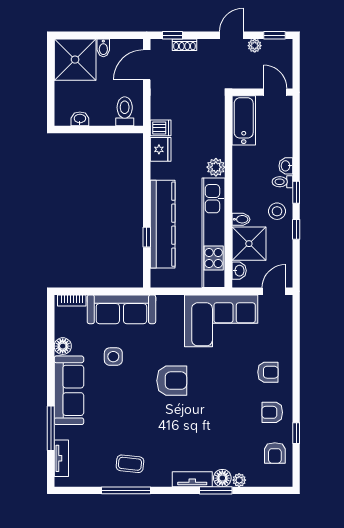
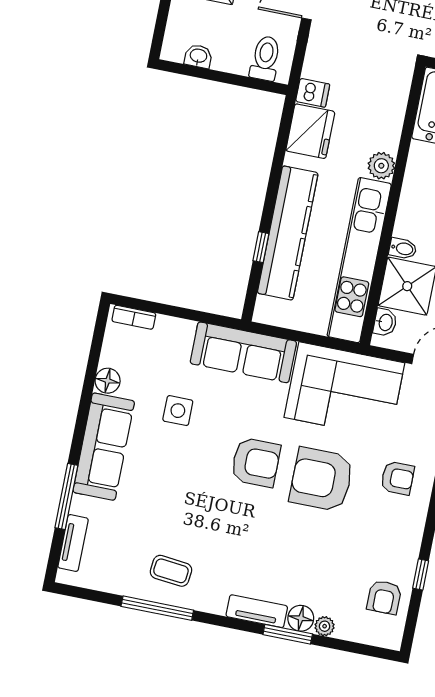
fridge: (161, 149) -> (310, 131), width x1.36, depth x1.34
sofa: (121, 309) -> (243, 352), moved
armchair: (272, 412) -> (321, 479), moved, width x1.88, depth x1.88

